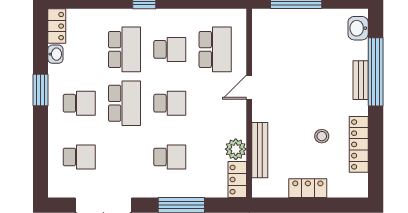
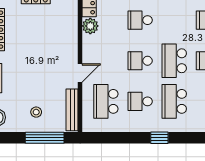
stool: (322, 136) -> (36, 112), moved
bench: (260, 150) -> (72, 110), moved

